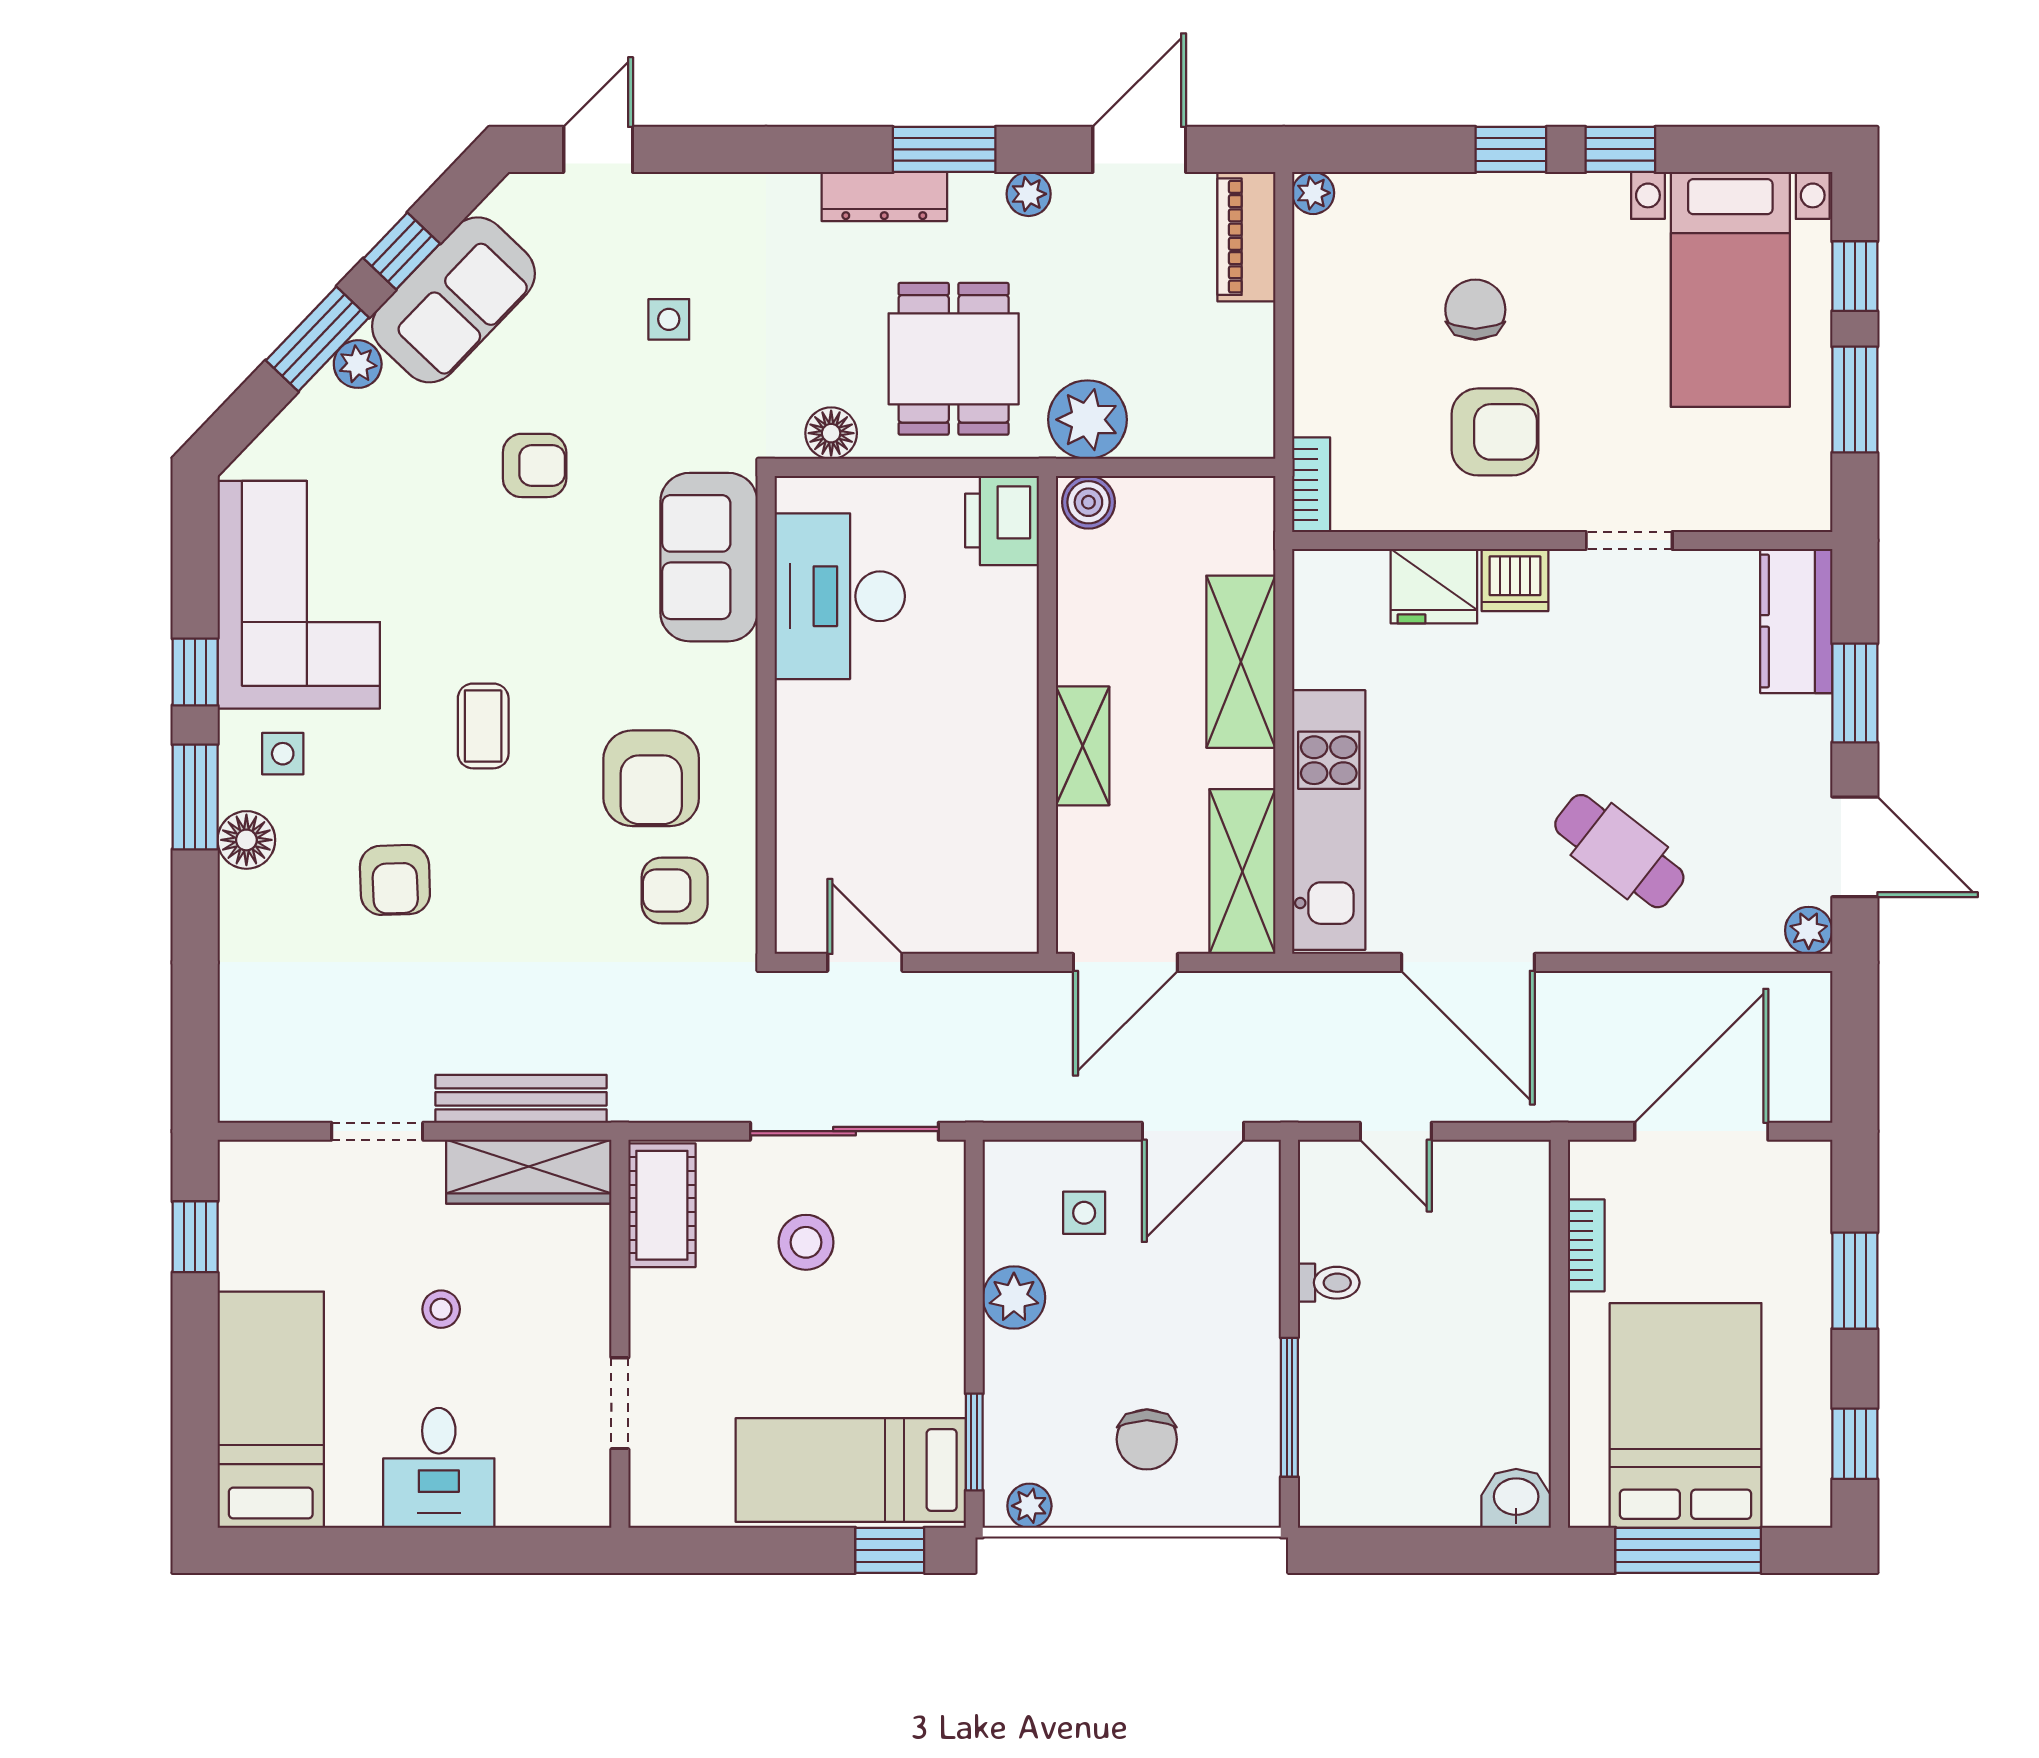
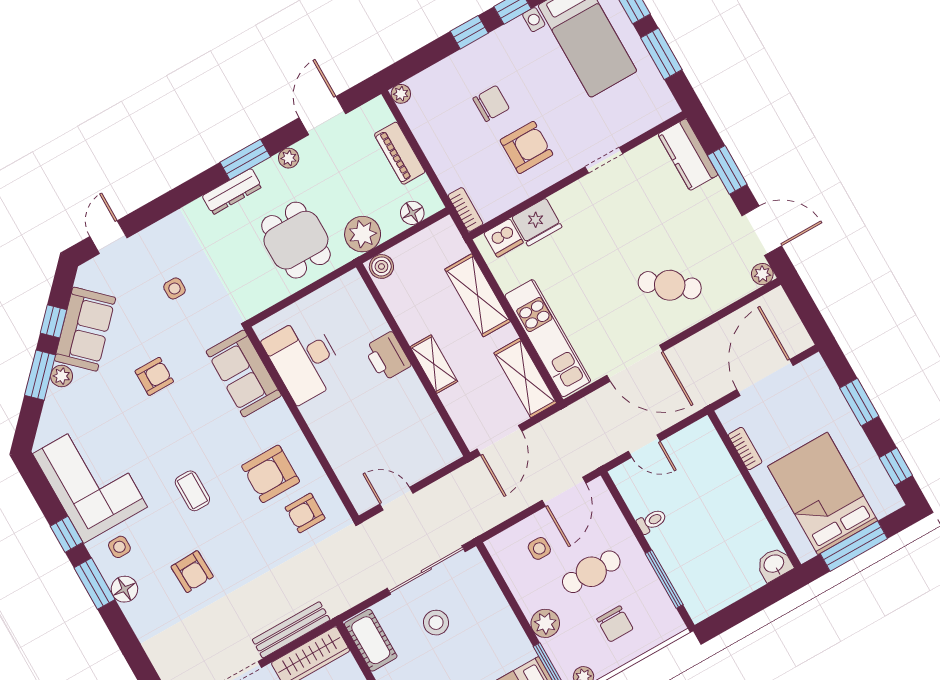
piano: (1246, 237) -> (400, 153), moved
chair: (1475, 310) -> (491, 103), turned 90
floor lamp: (831, 433) -> (412, 213), moved
printer: (1002, 520) -> (387, 356), moved
dishwasher: (1515, 580) -> (503, 238), moved
armchair: (651, 778) -> (271, 474), turned 90
plant: (1014, 1297) -> (545, 623), moved
cafe table: (1158, 1314) -> (591, 572), added

